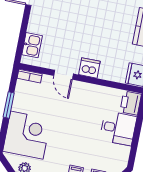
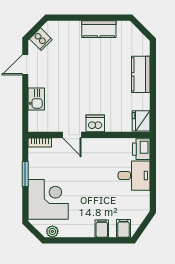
kitchen sink: (32, 45) -> (36, 99), moved

